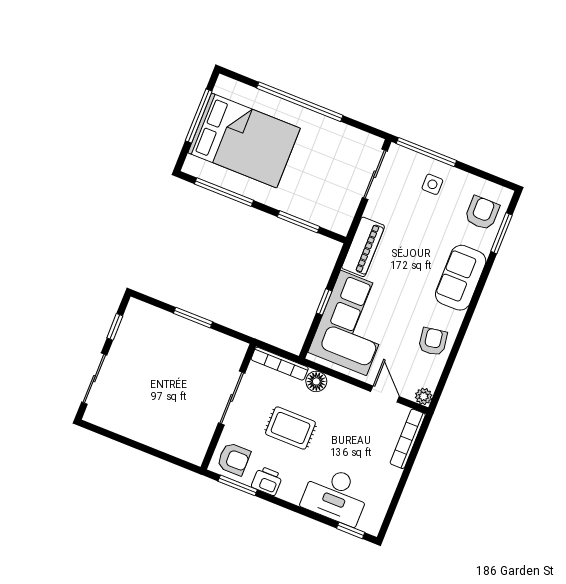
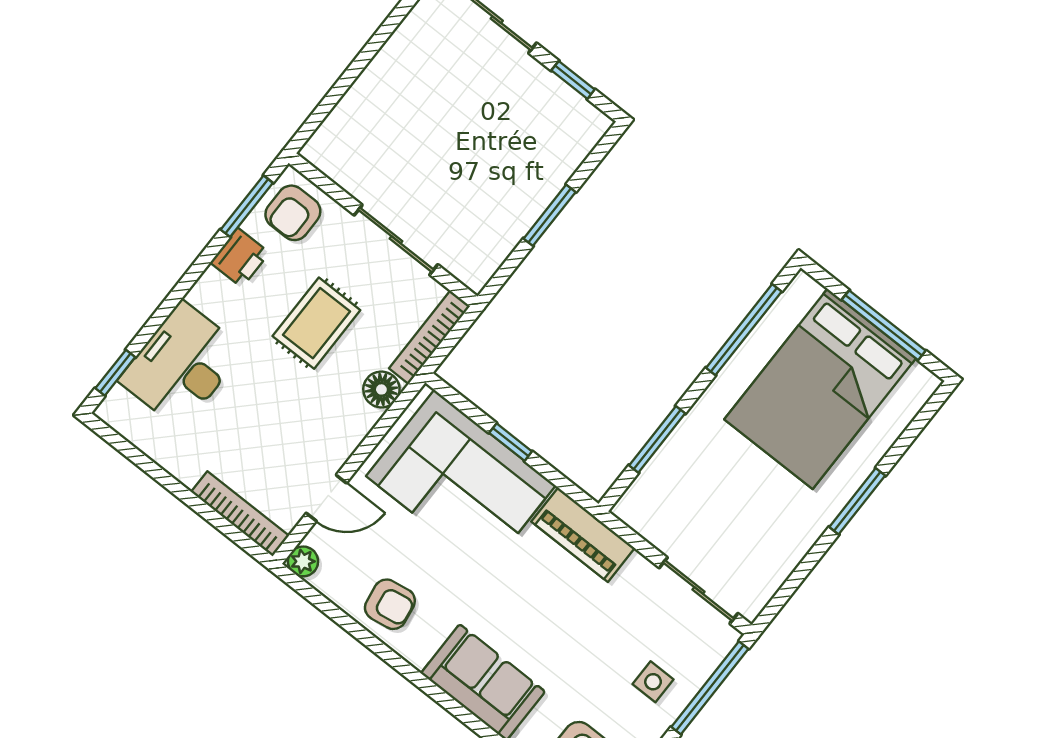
window: (300, 102) -> (857, 501), width x0.47

